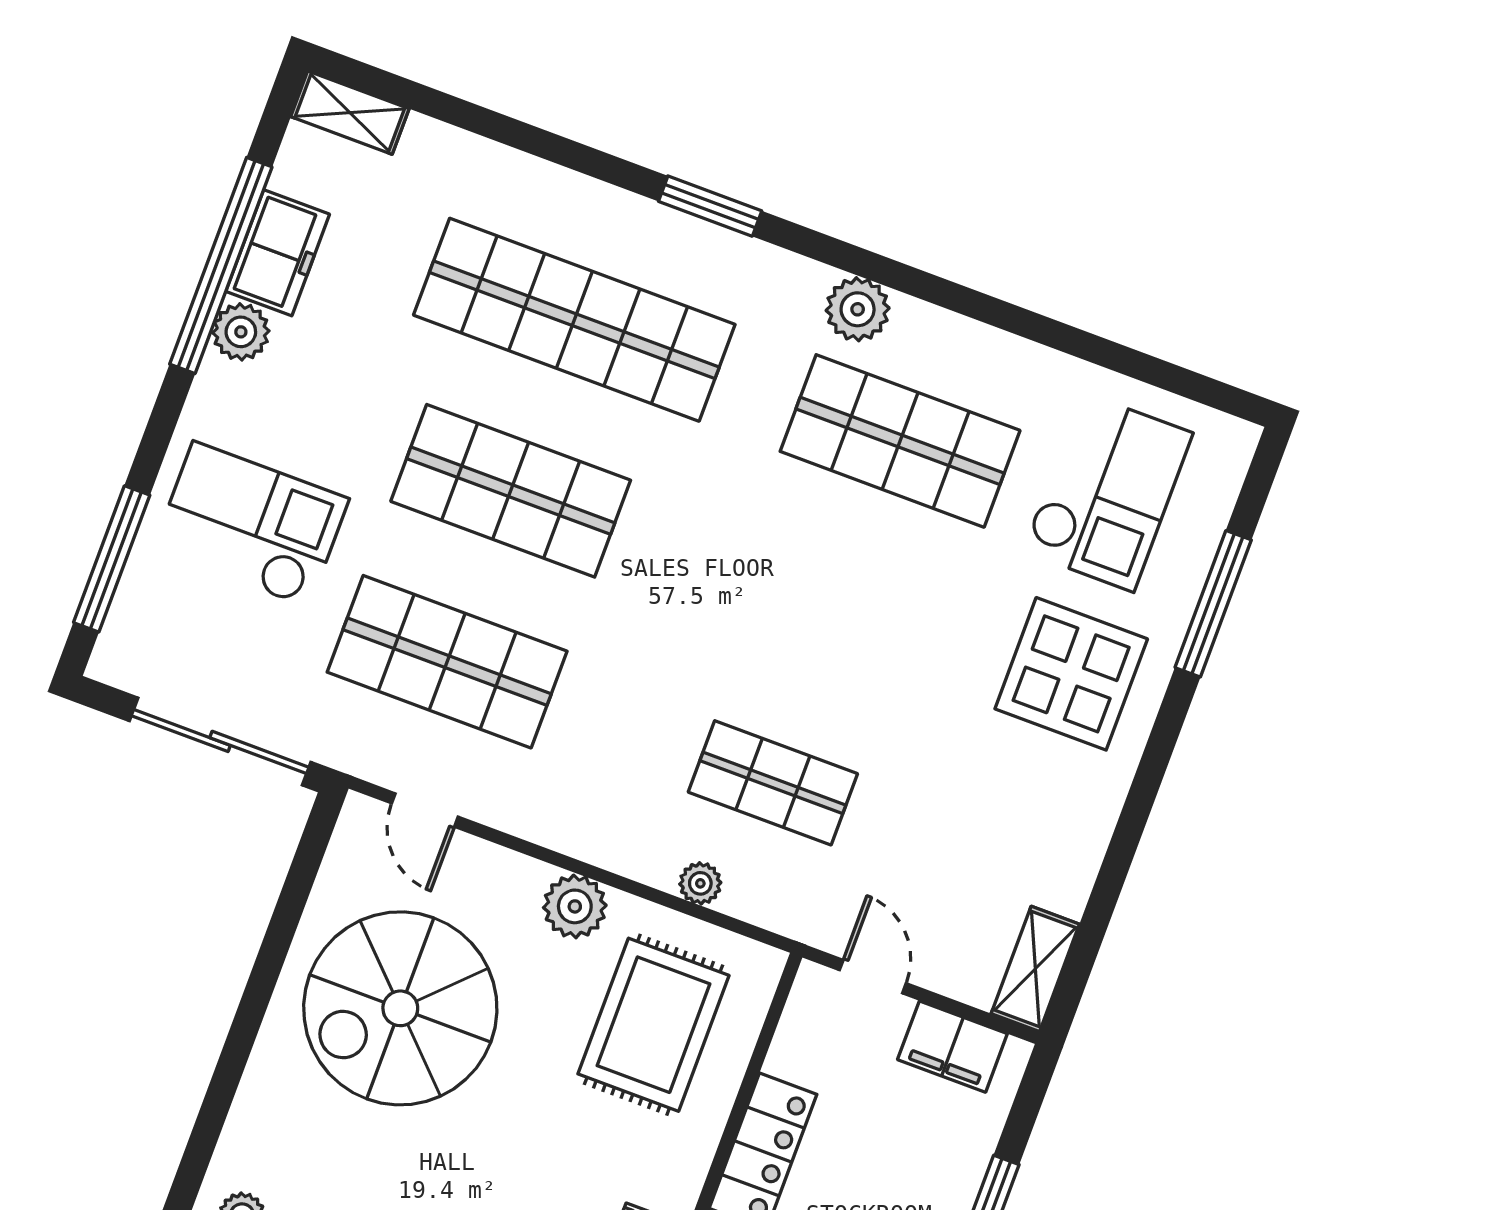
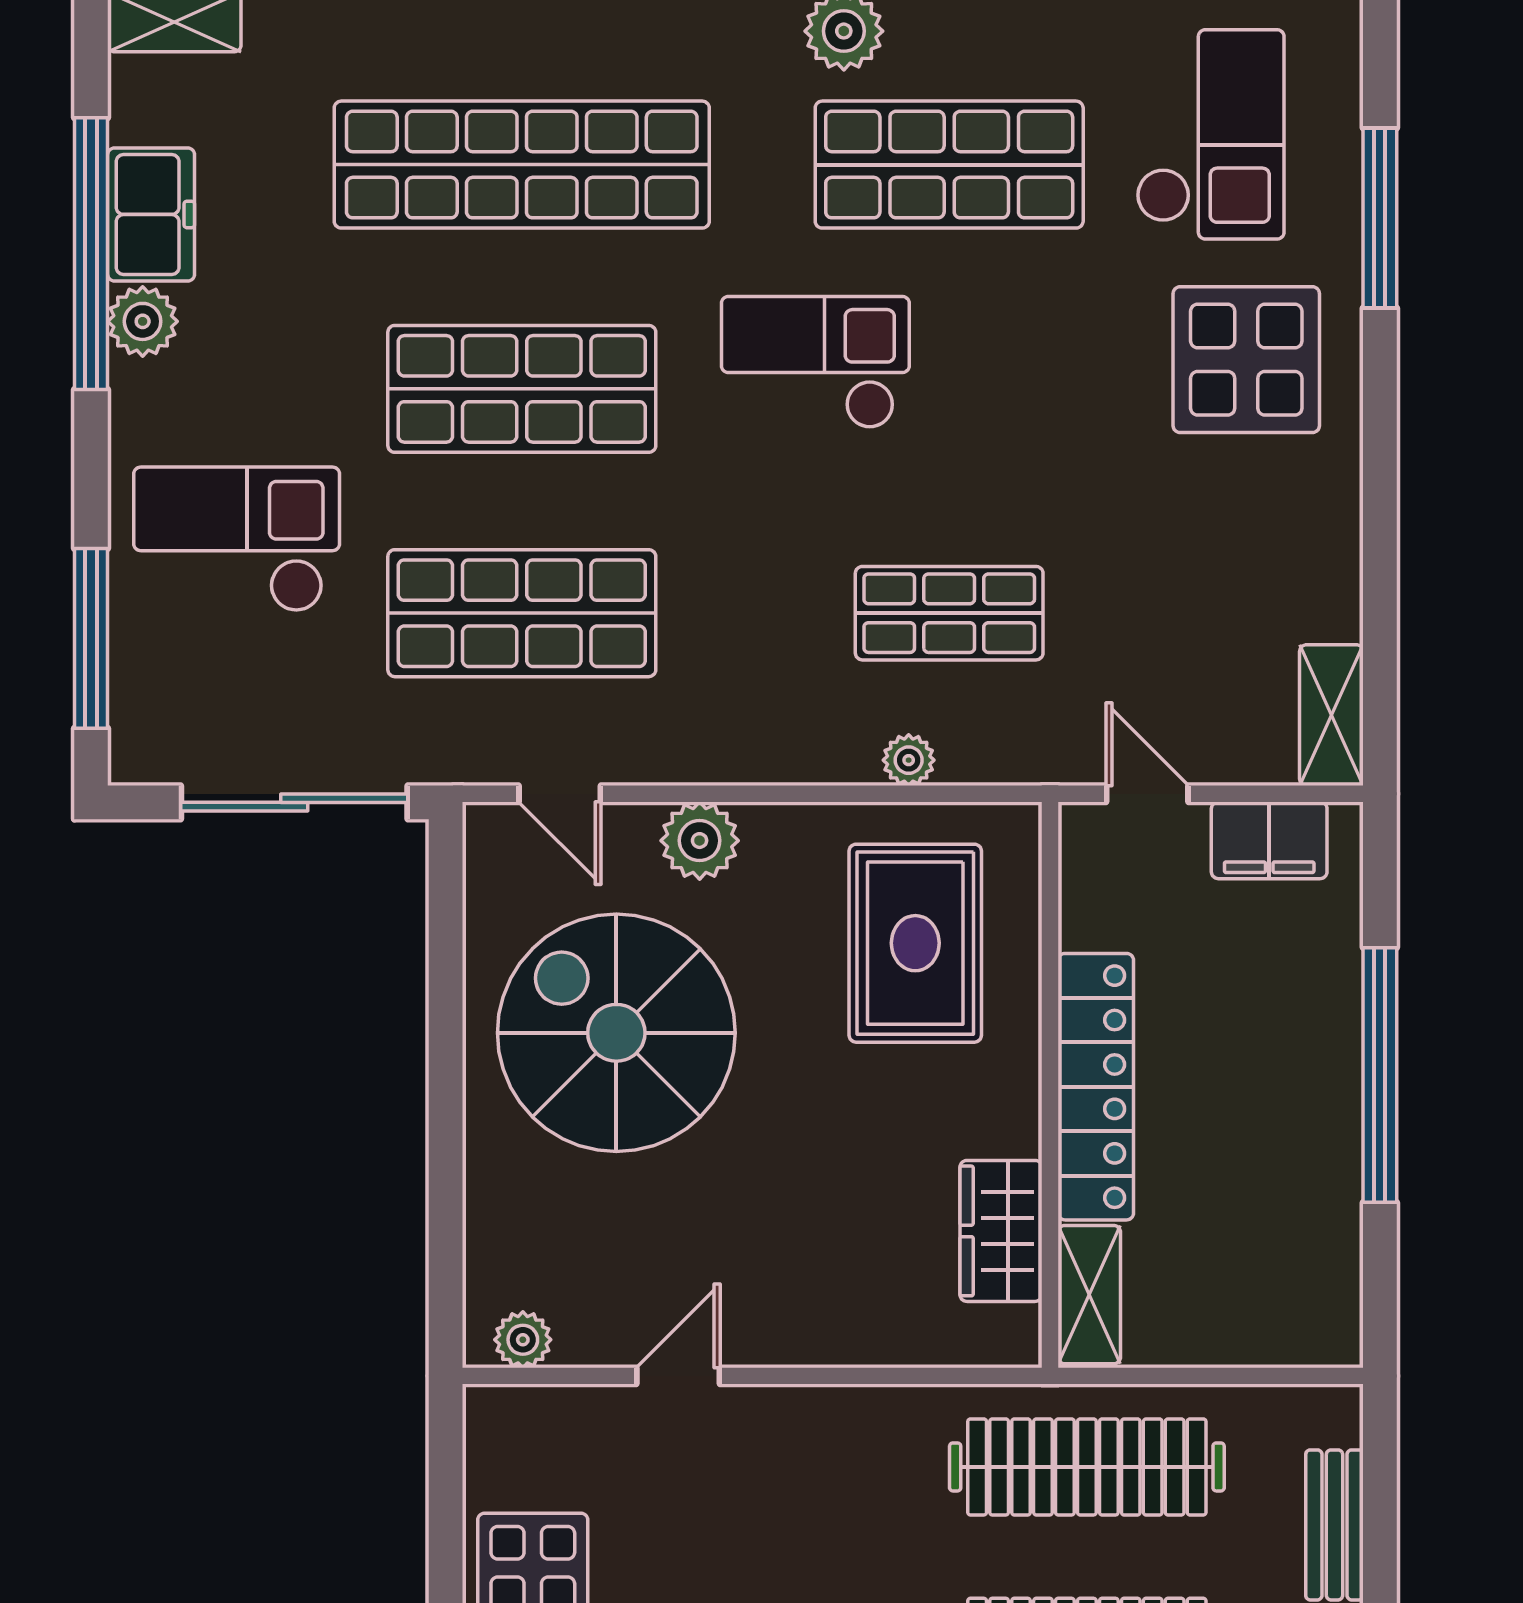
checkout: (742, 554) -> (815, 362), added
plant: (575, 906) -> (700, 841), moved
spiral stairs: (400, 1008) -> (616, 1033), turned 90

